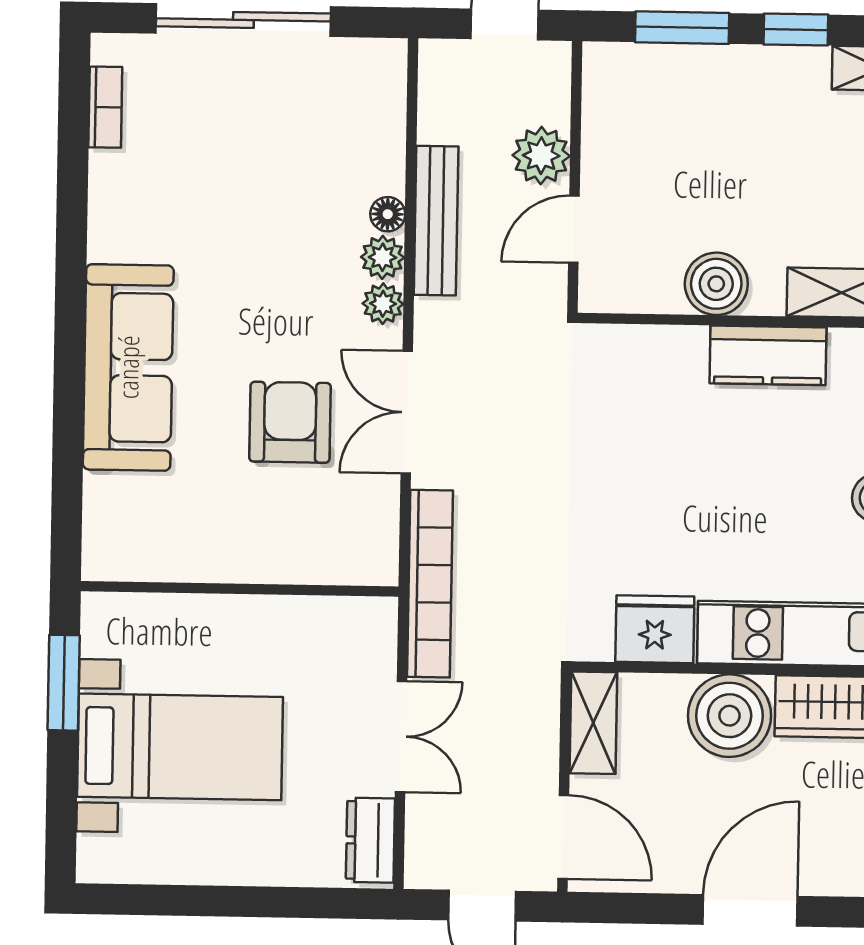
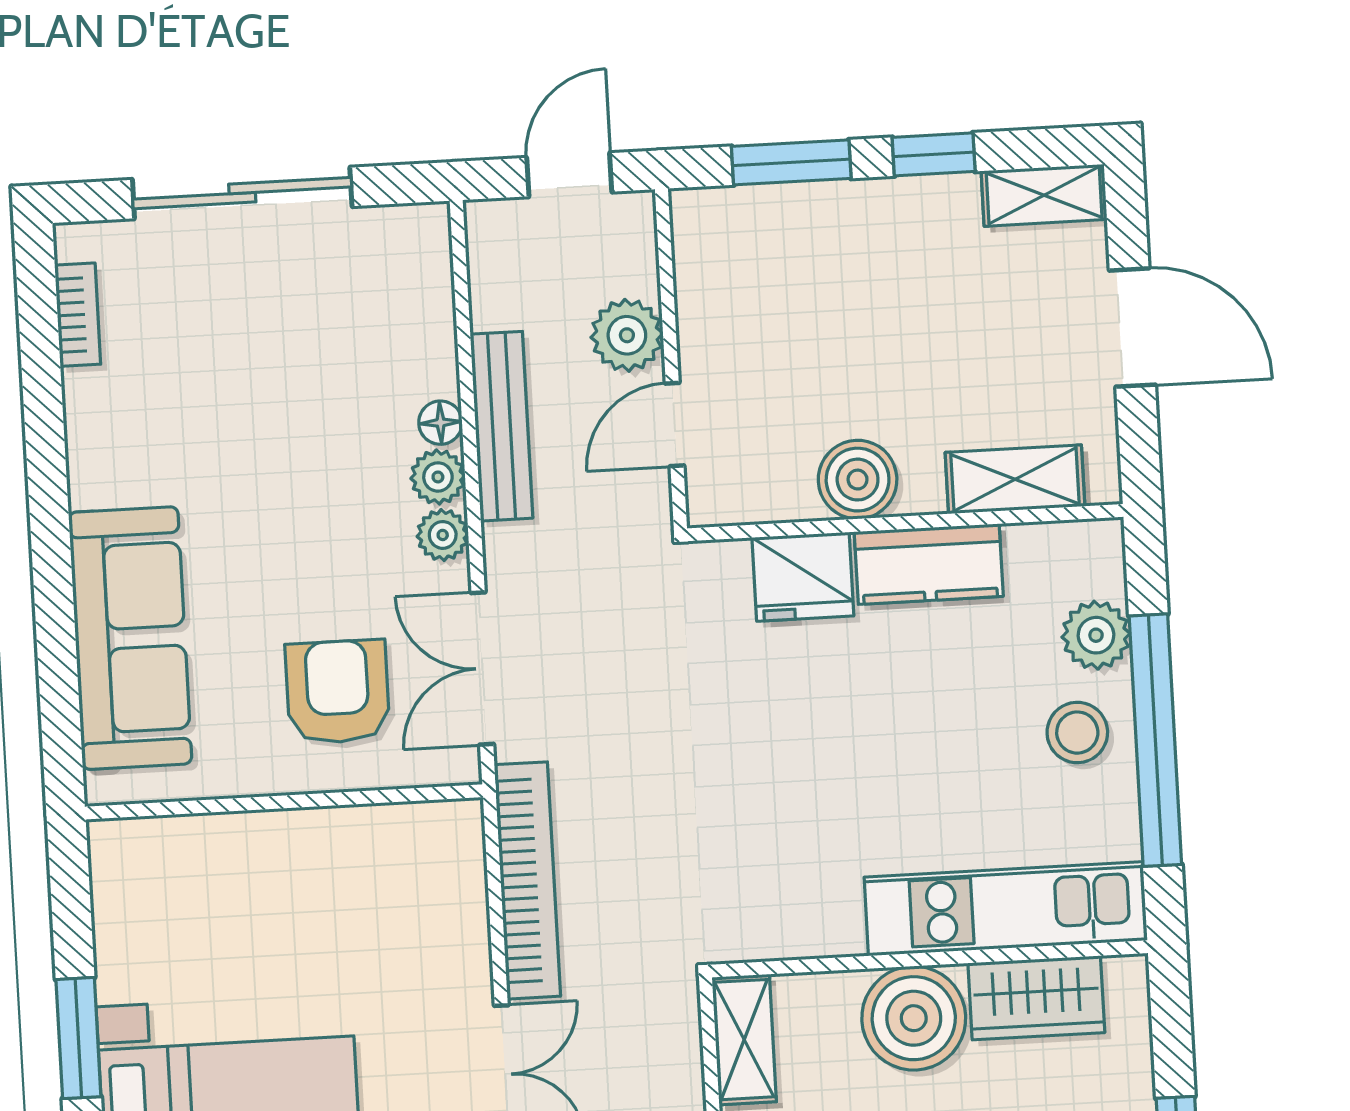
wall: (240, 589) -> (284, 802), moved
fridge: (655, 629) -> (803, 577), moved, turned 180

